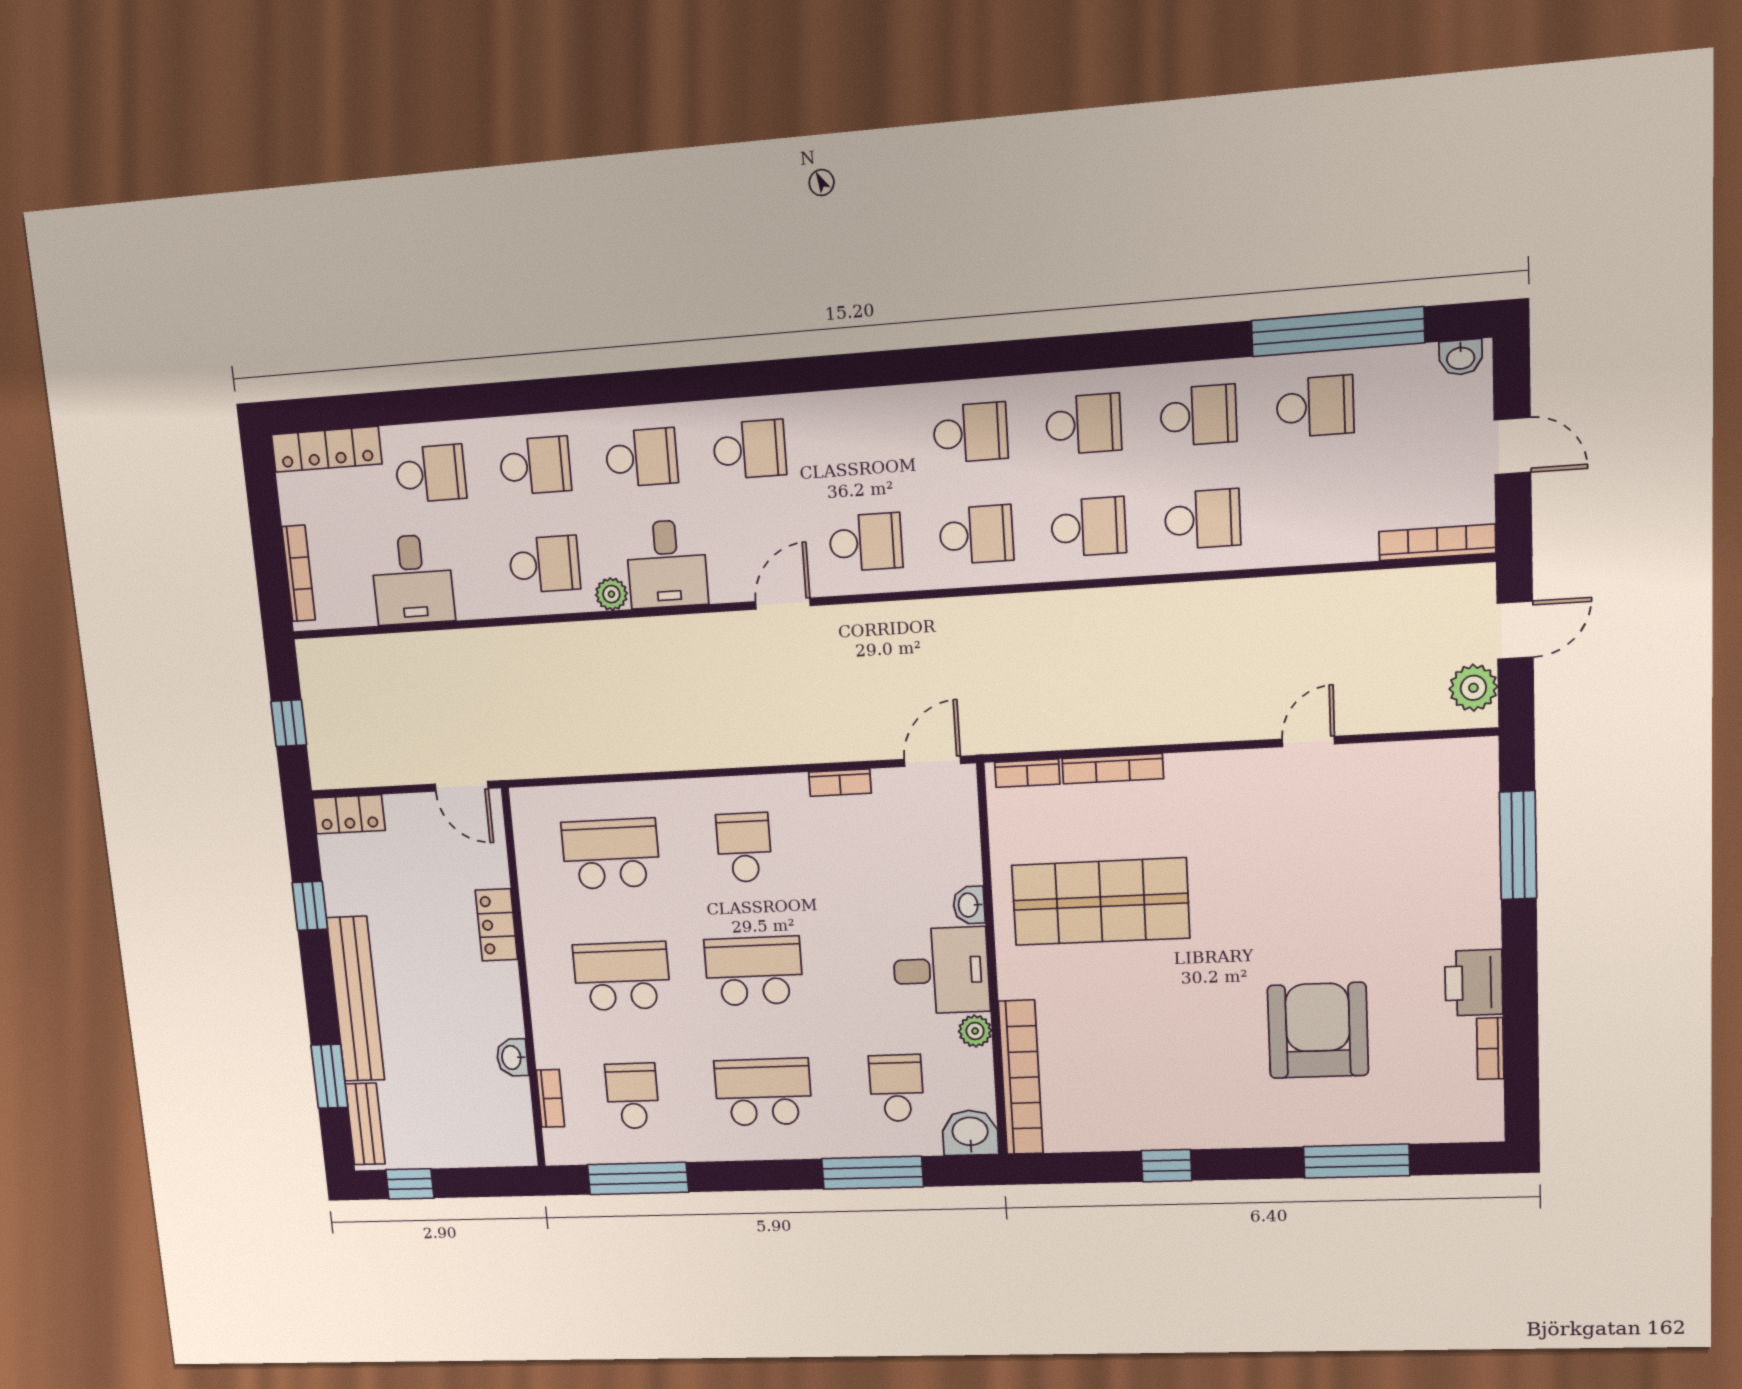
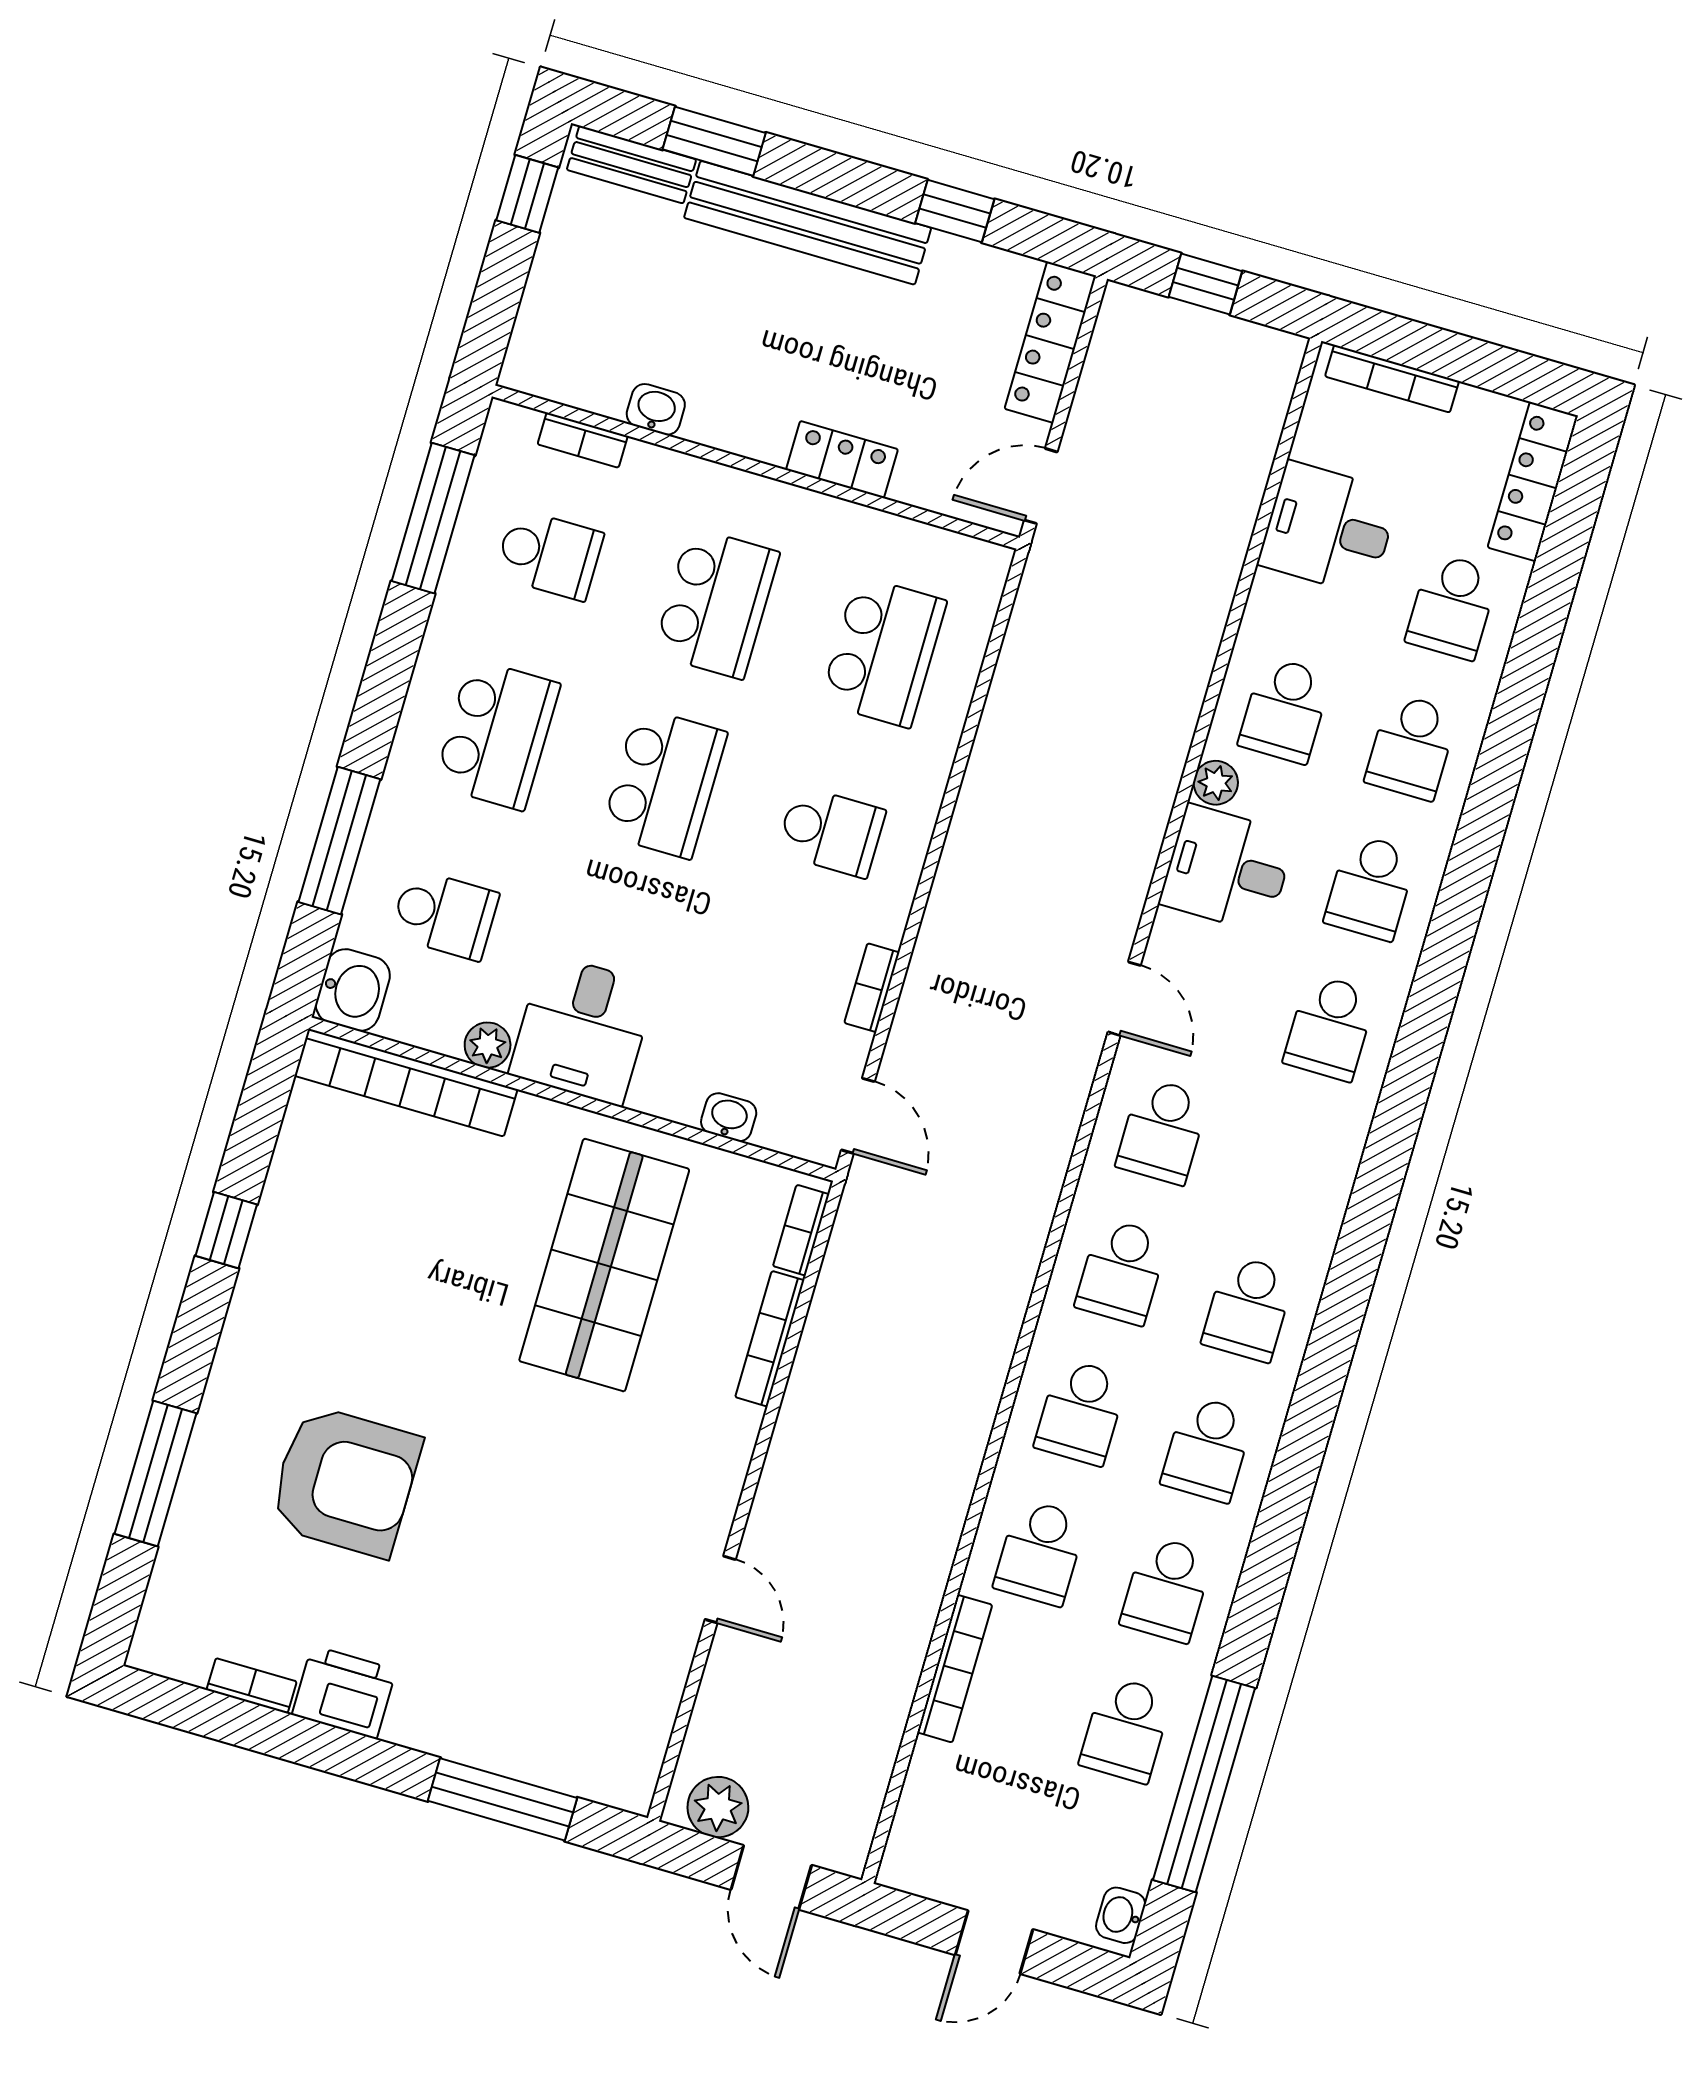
bookcase: (1437, 542) -> (955, 1669), moved
locker: (349, 814) -> (1050, 342), width x1.53
washbasin: (969, 905) -> (729, 1117), moved

